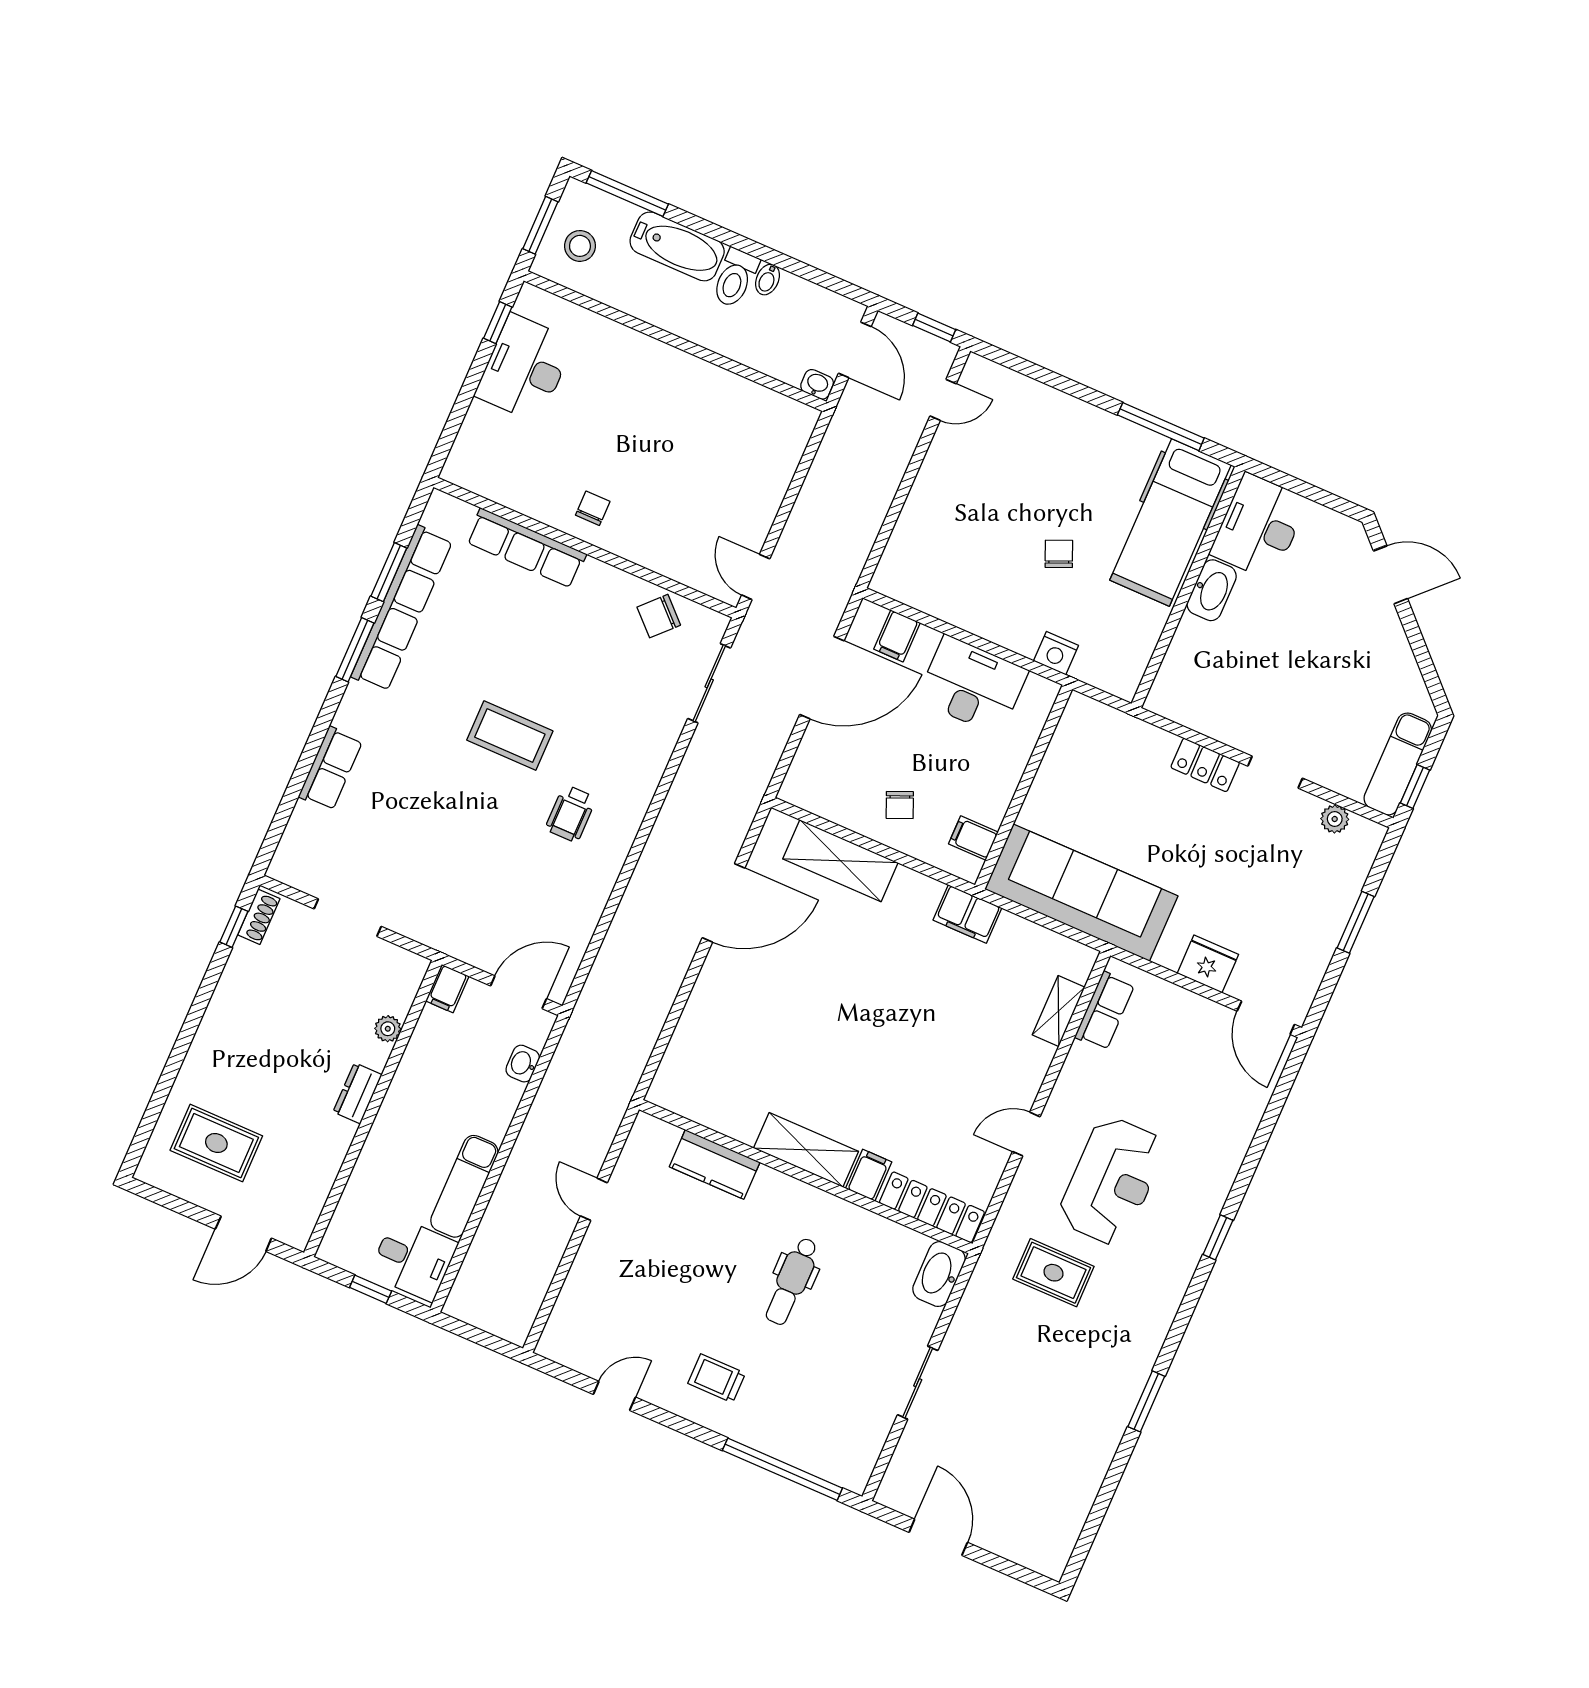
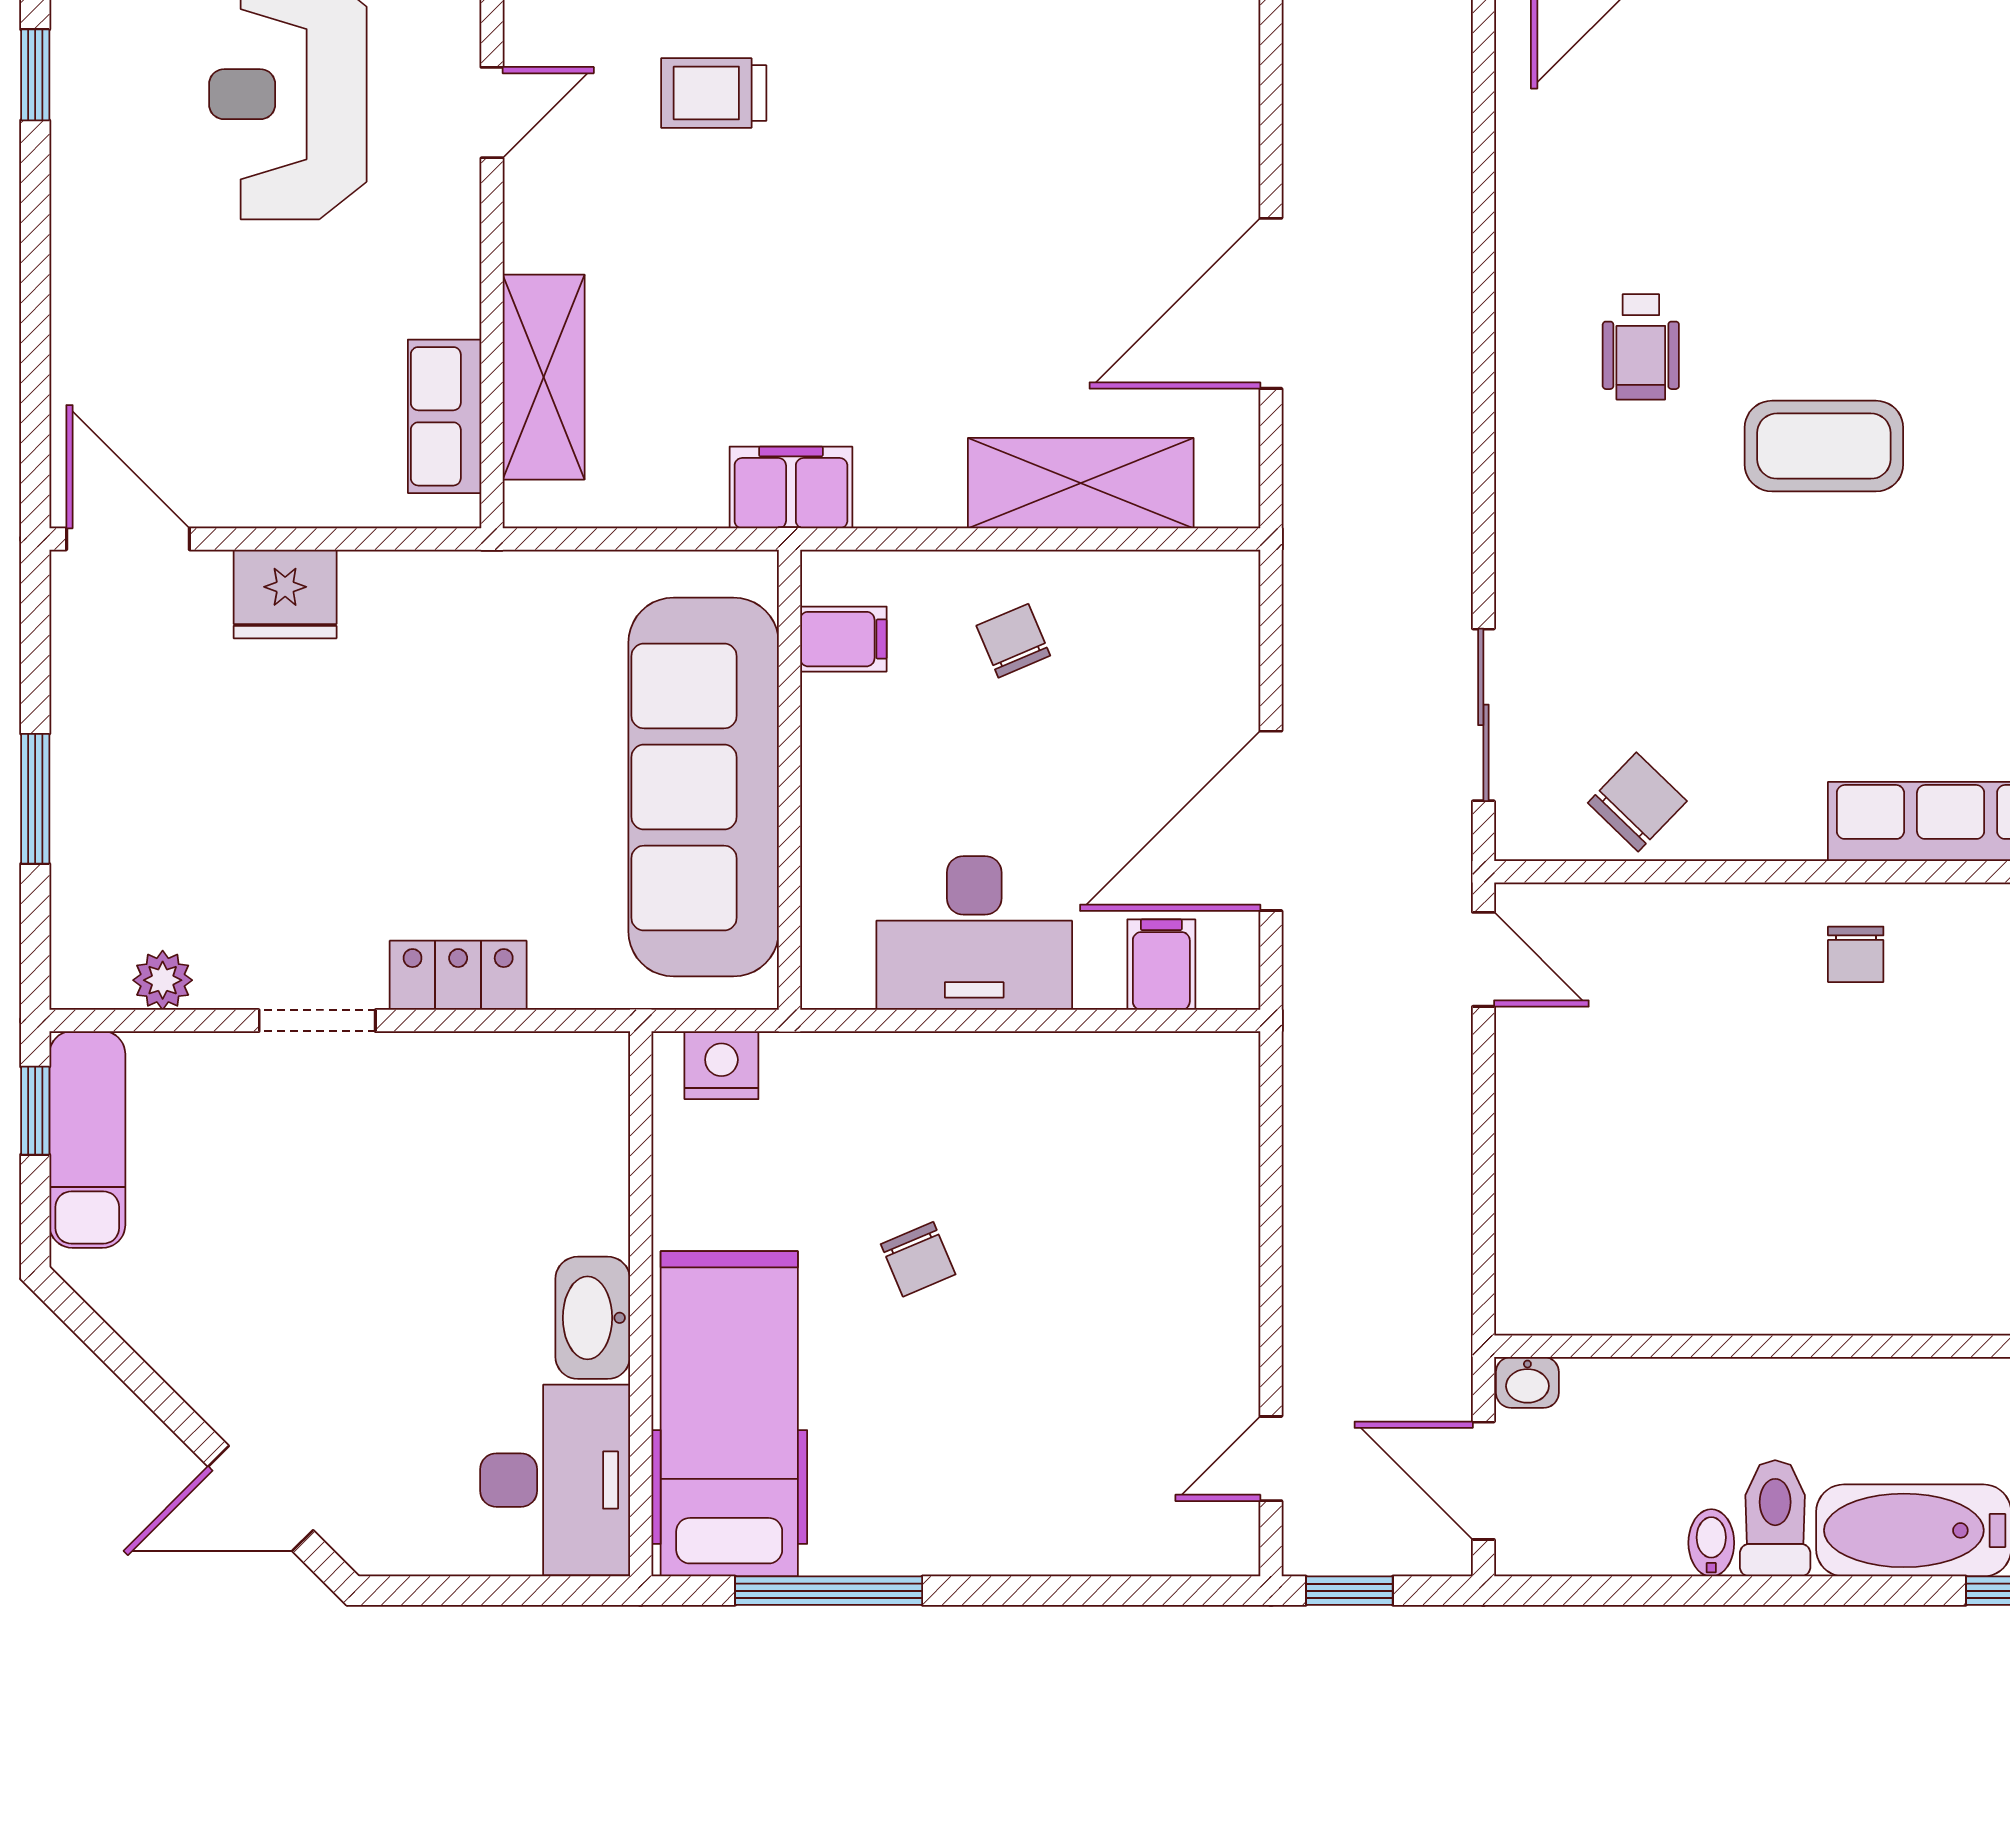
nightstand: (1056, 653) -> (721, 1065), moved
wheelchair: (571, 814) -> (1641, 347), turned 180
sofa: (1081, 893) -> (704, 787), moved, turned 90
shelving: (1059, 1011) -> (544, 377), width x1.50, depth x1.33
trolley: (926, 1100) -> (714, 93), added

